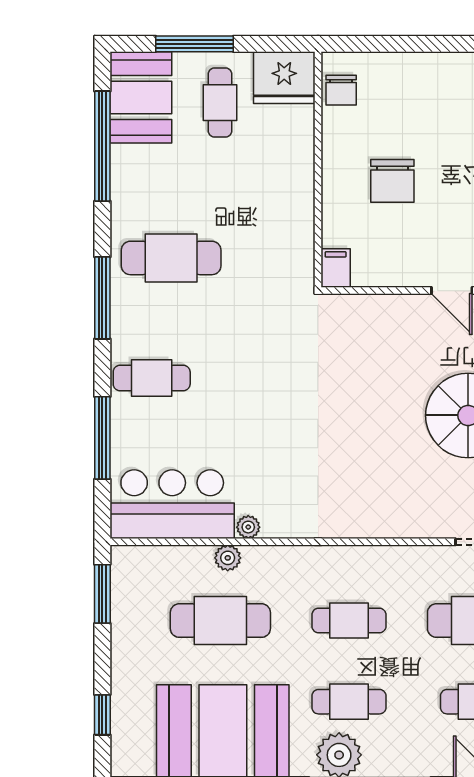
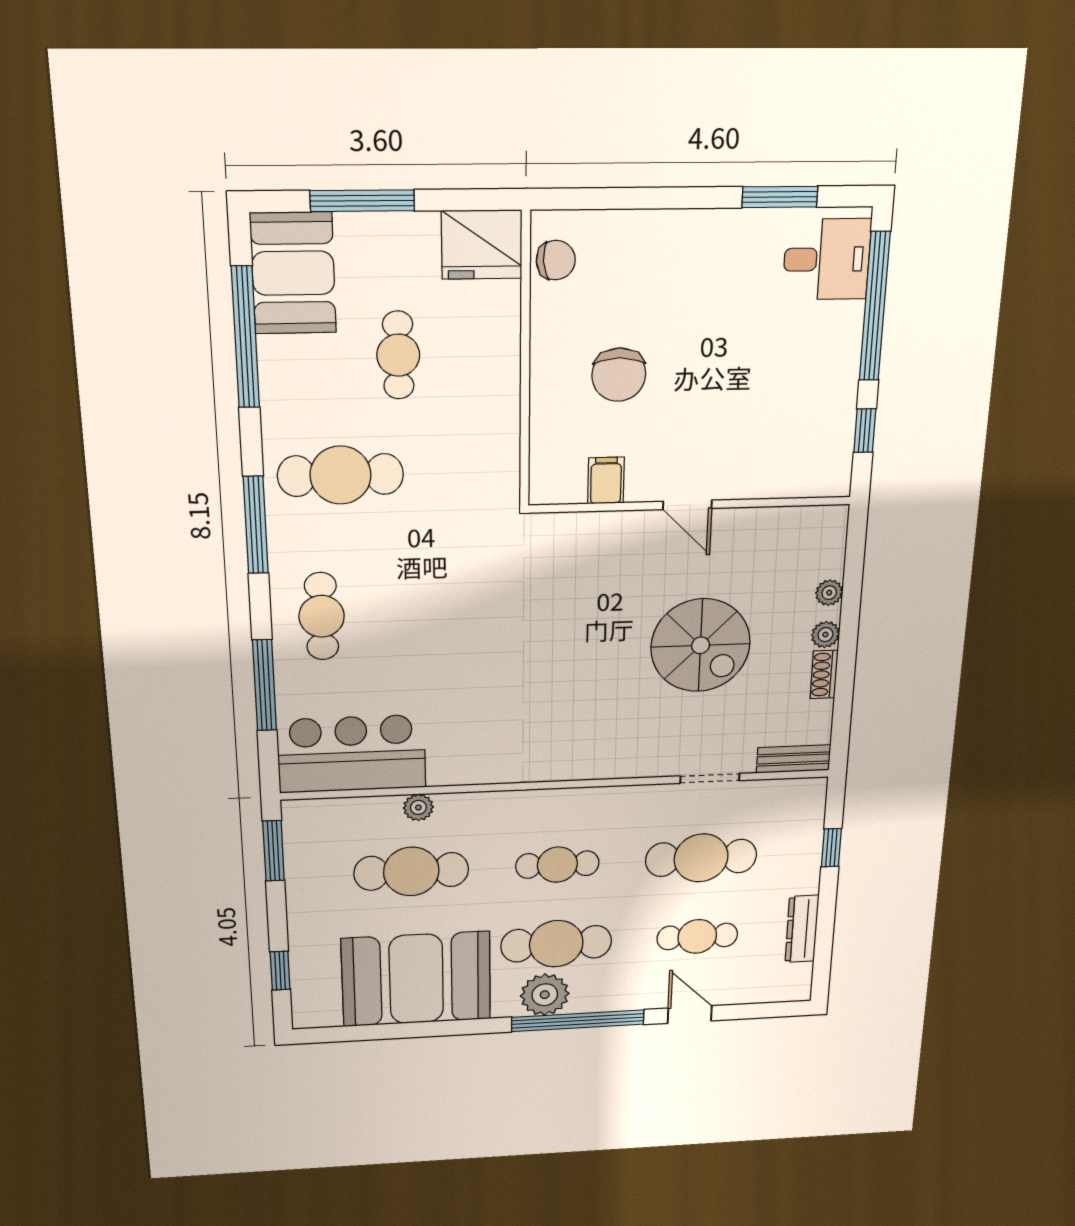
chair: (341, 90) -> (556, 260), turned -94
cafe table: (220, 103) -> (398, 355), moved
filing cabinet: (336, 268) -> (606, 481), moved
cafe table: (152, 378) -> (322, 616), turned 90
plant: (248, 527) -> (442, 774), removed
cafe table: (349, 702) -> (556, 944), width x1.37, depth x1.35

